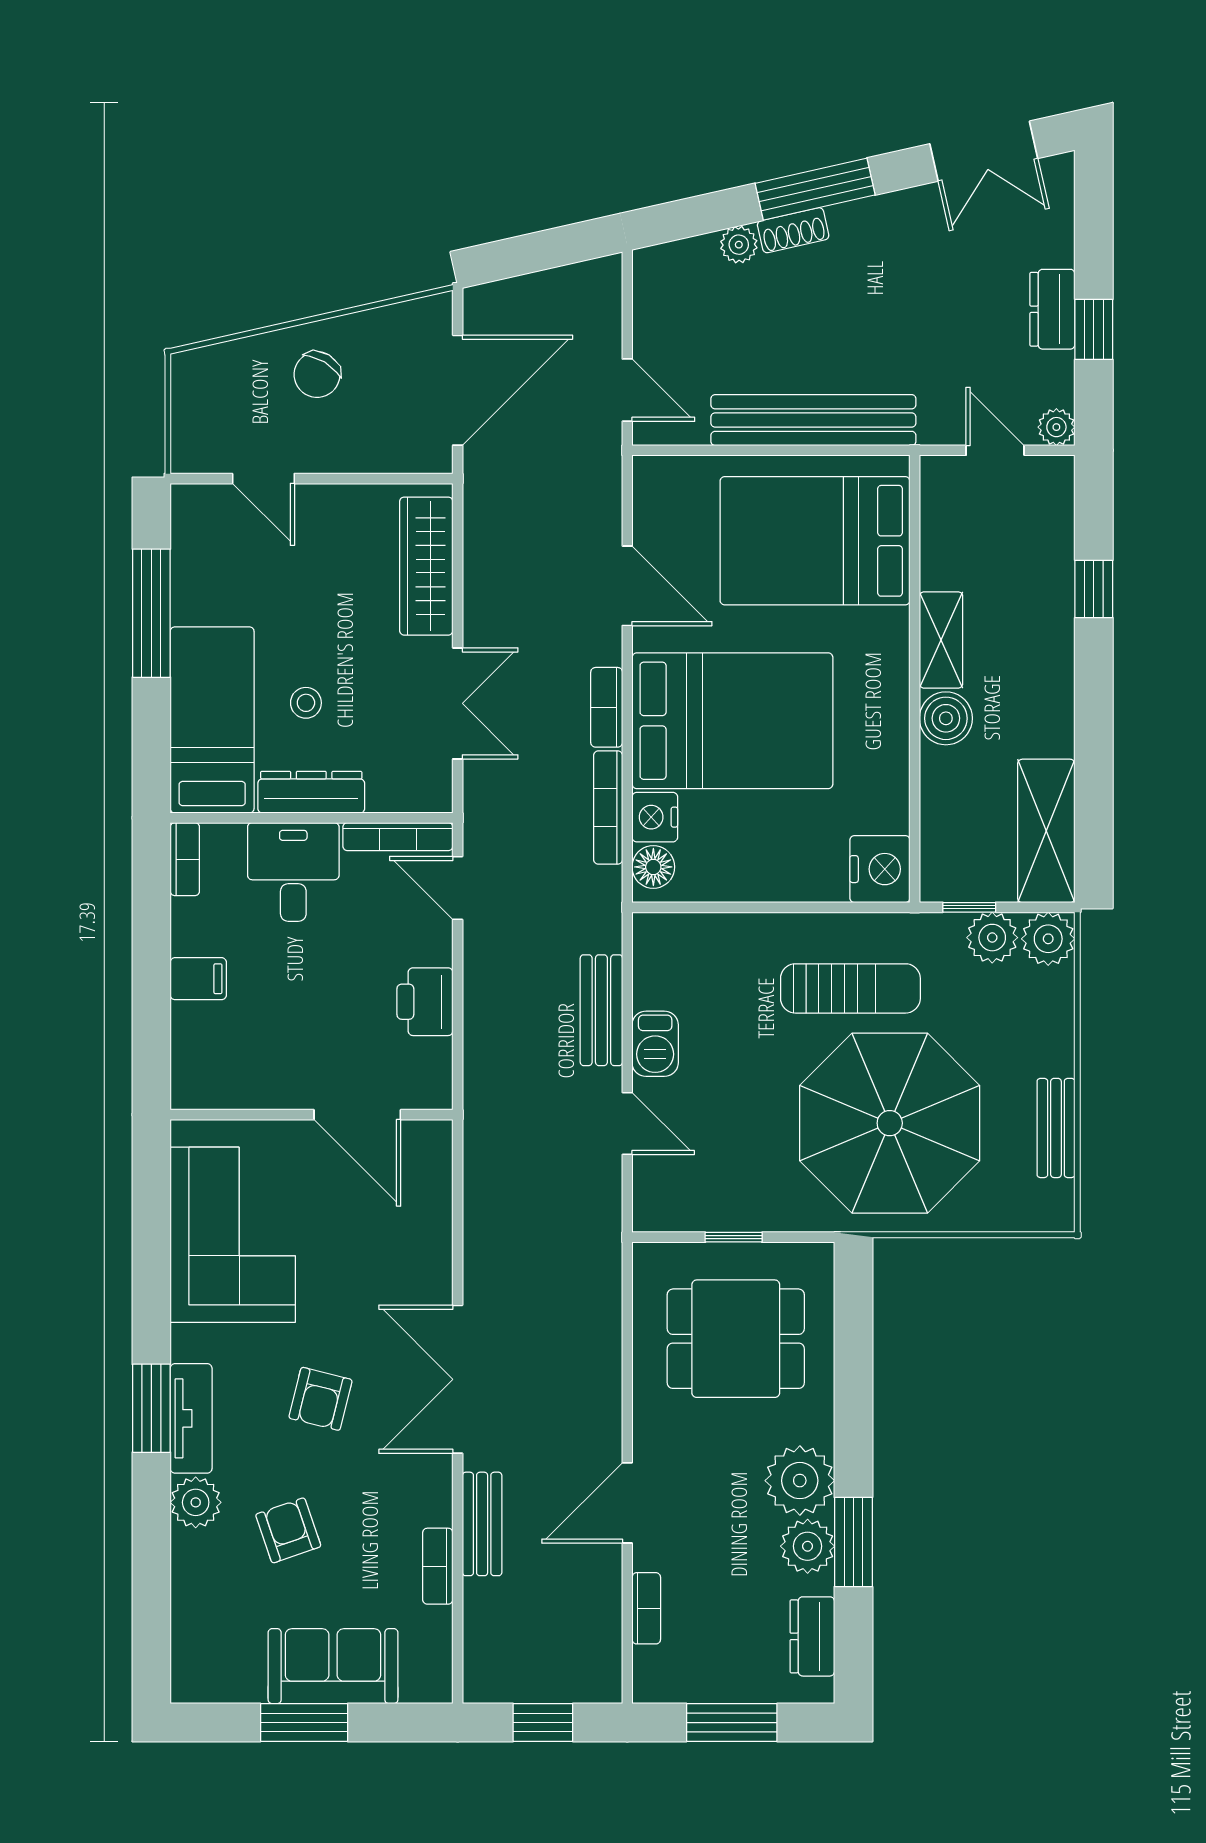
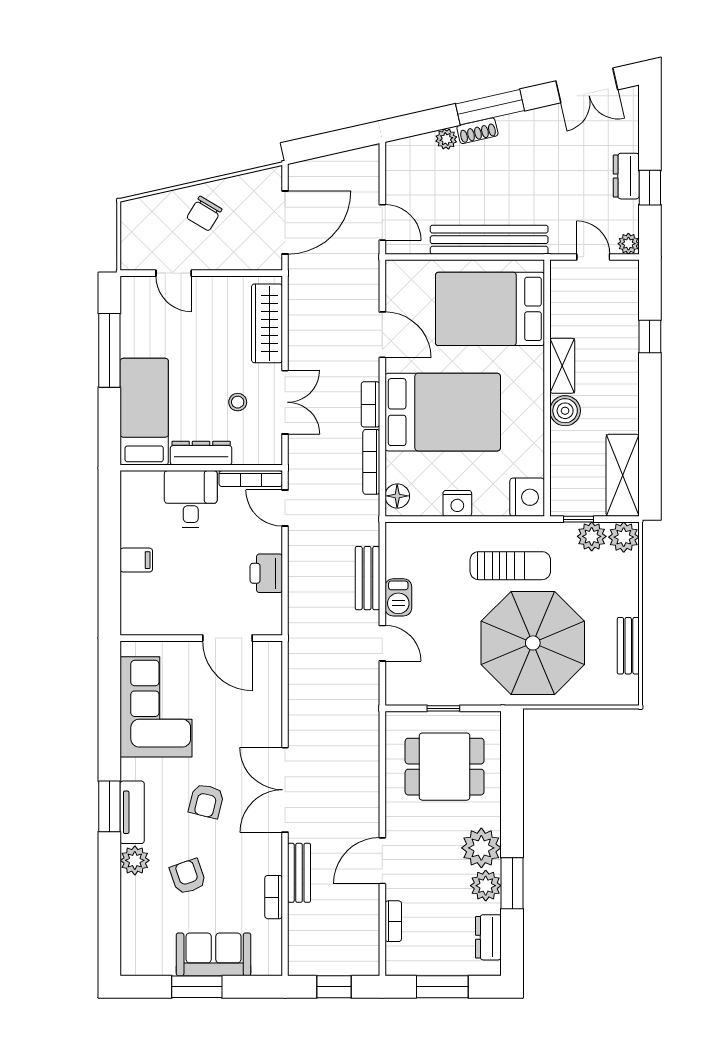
stool: (306, 703) -> (238, 402), moved
nightstand: (655, 817) -> (457, 503), moved, turned -90
bookcase: (185, 859) -> (129, 491), removed

